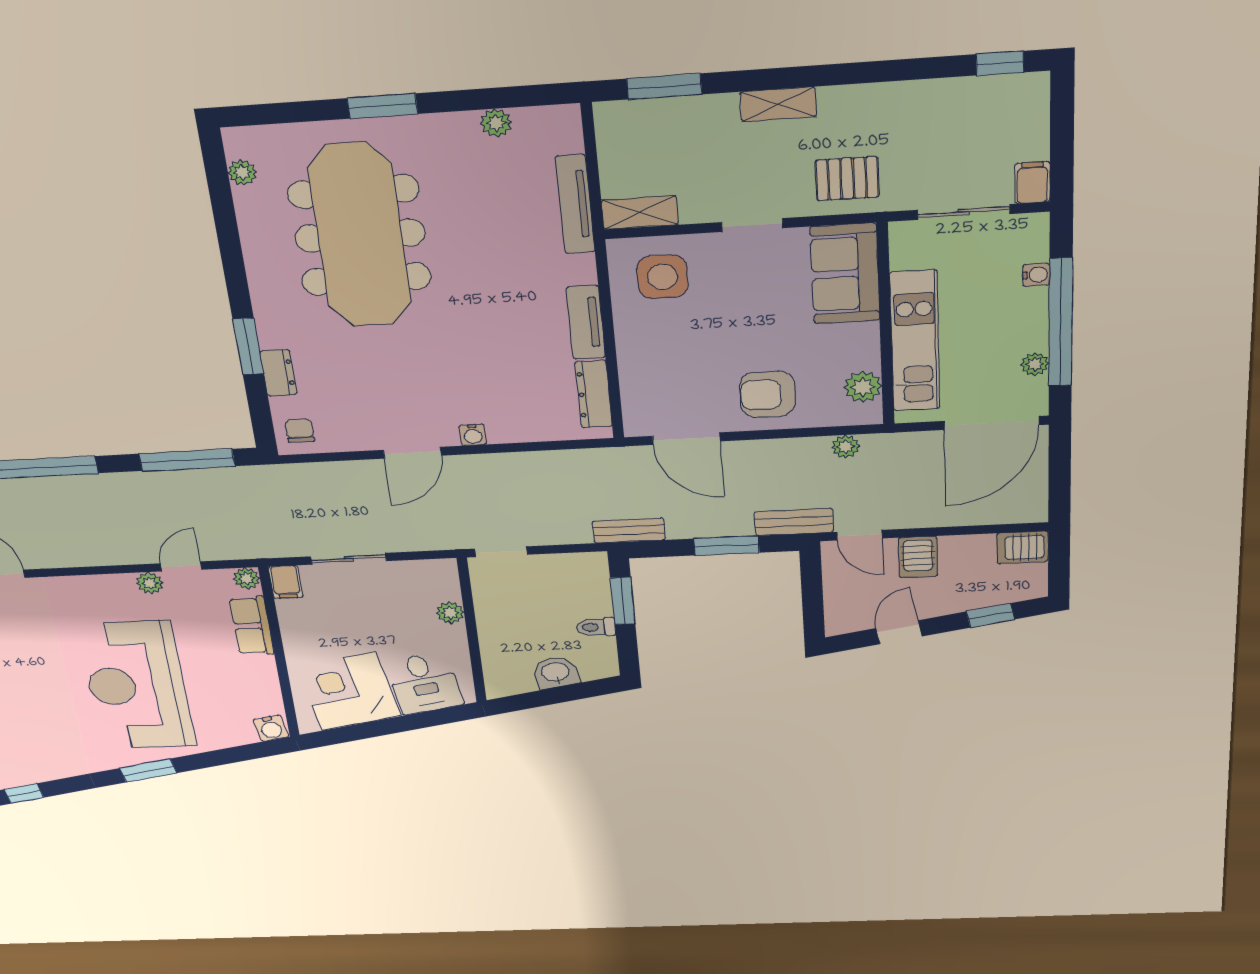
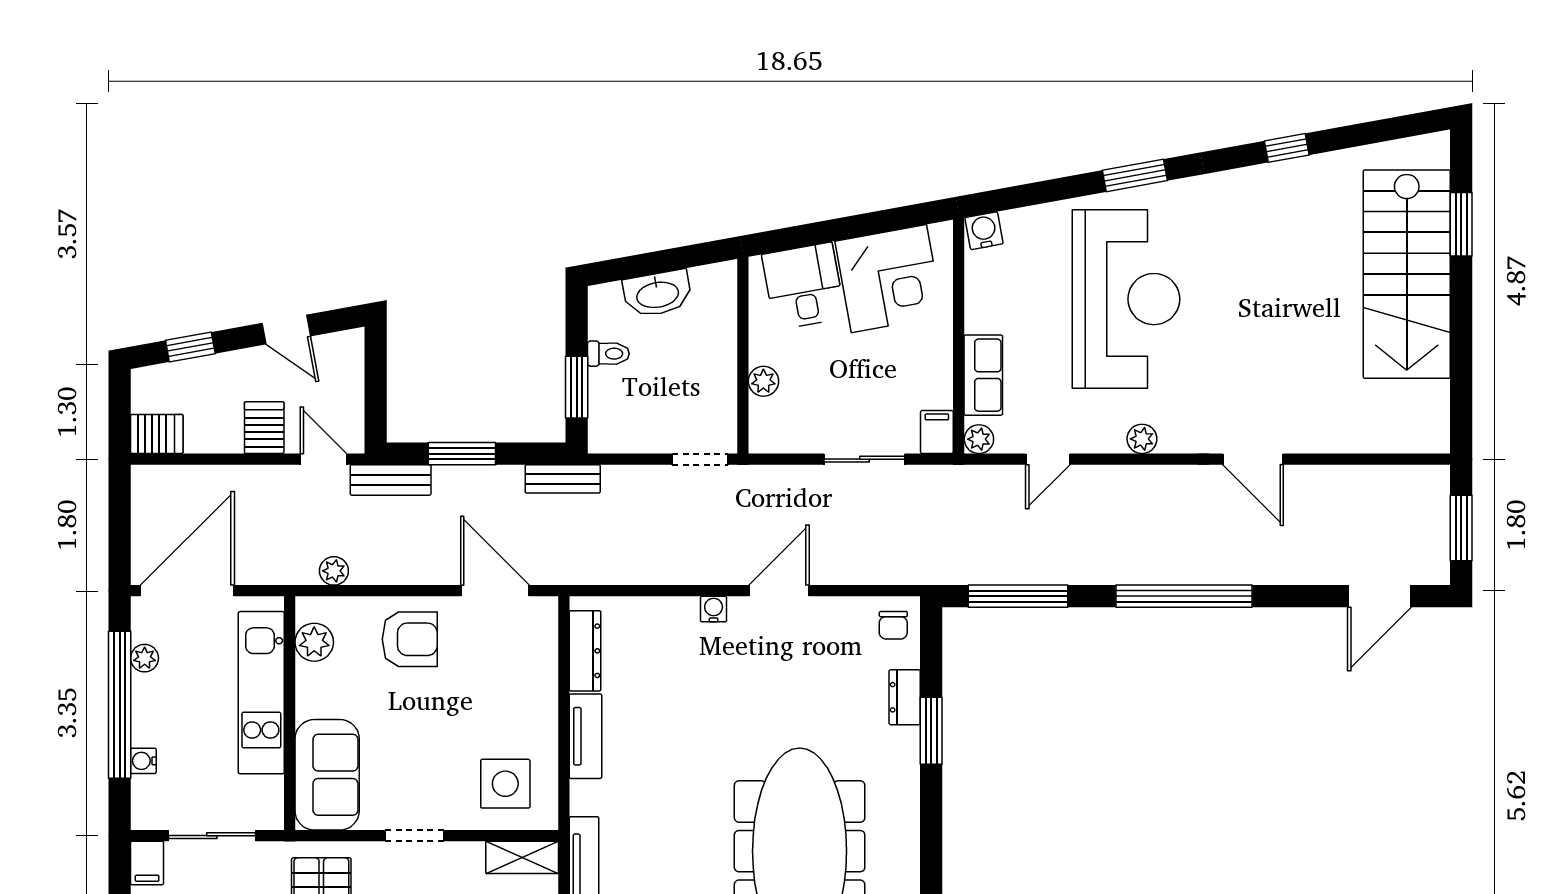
plant: (150, 583) -> (1142, 439), moved
door: (899, 632) -> (286, 330), hinge flipped
washbasin: (556, 673) -> (657, 294), width x1.38

